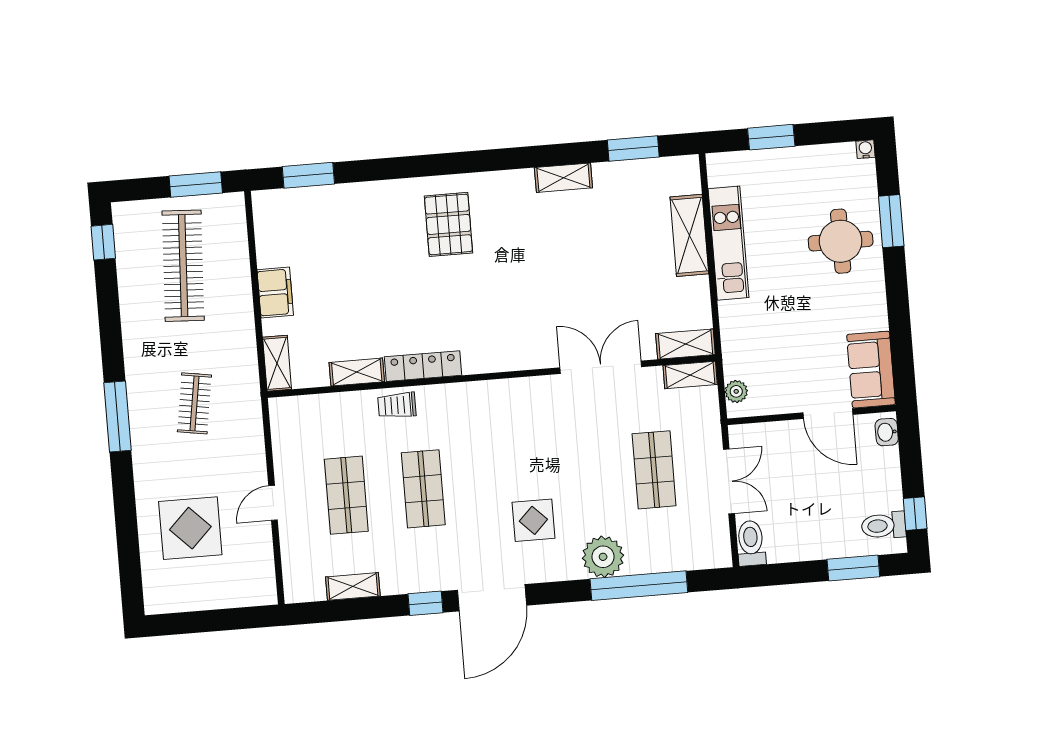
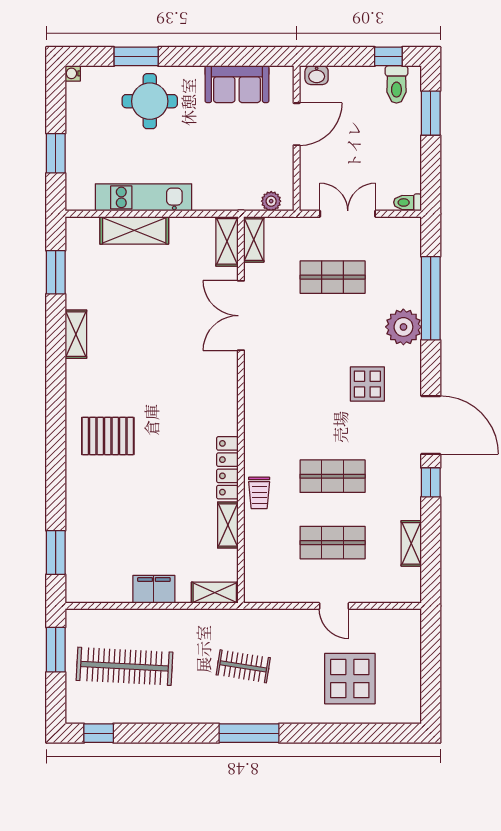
sofa: (871, 370) -> (237, 84), moved
toilet: (751, 543) -> (408, 202), width x0.73, depth x0.72

